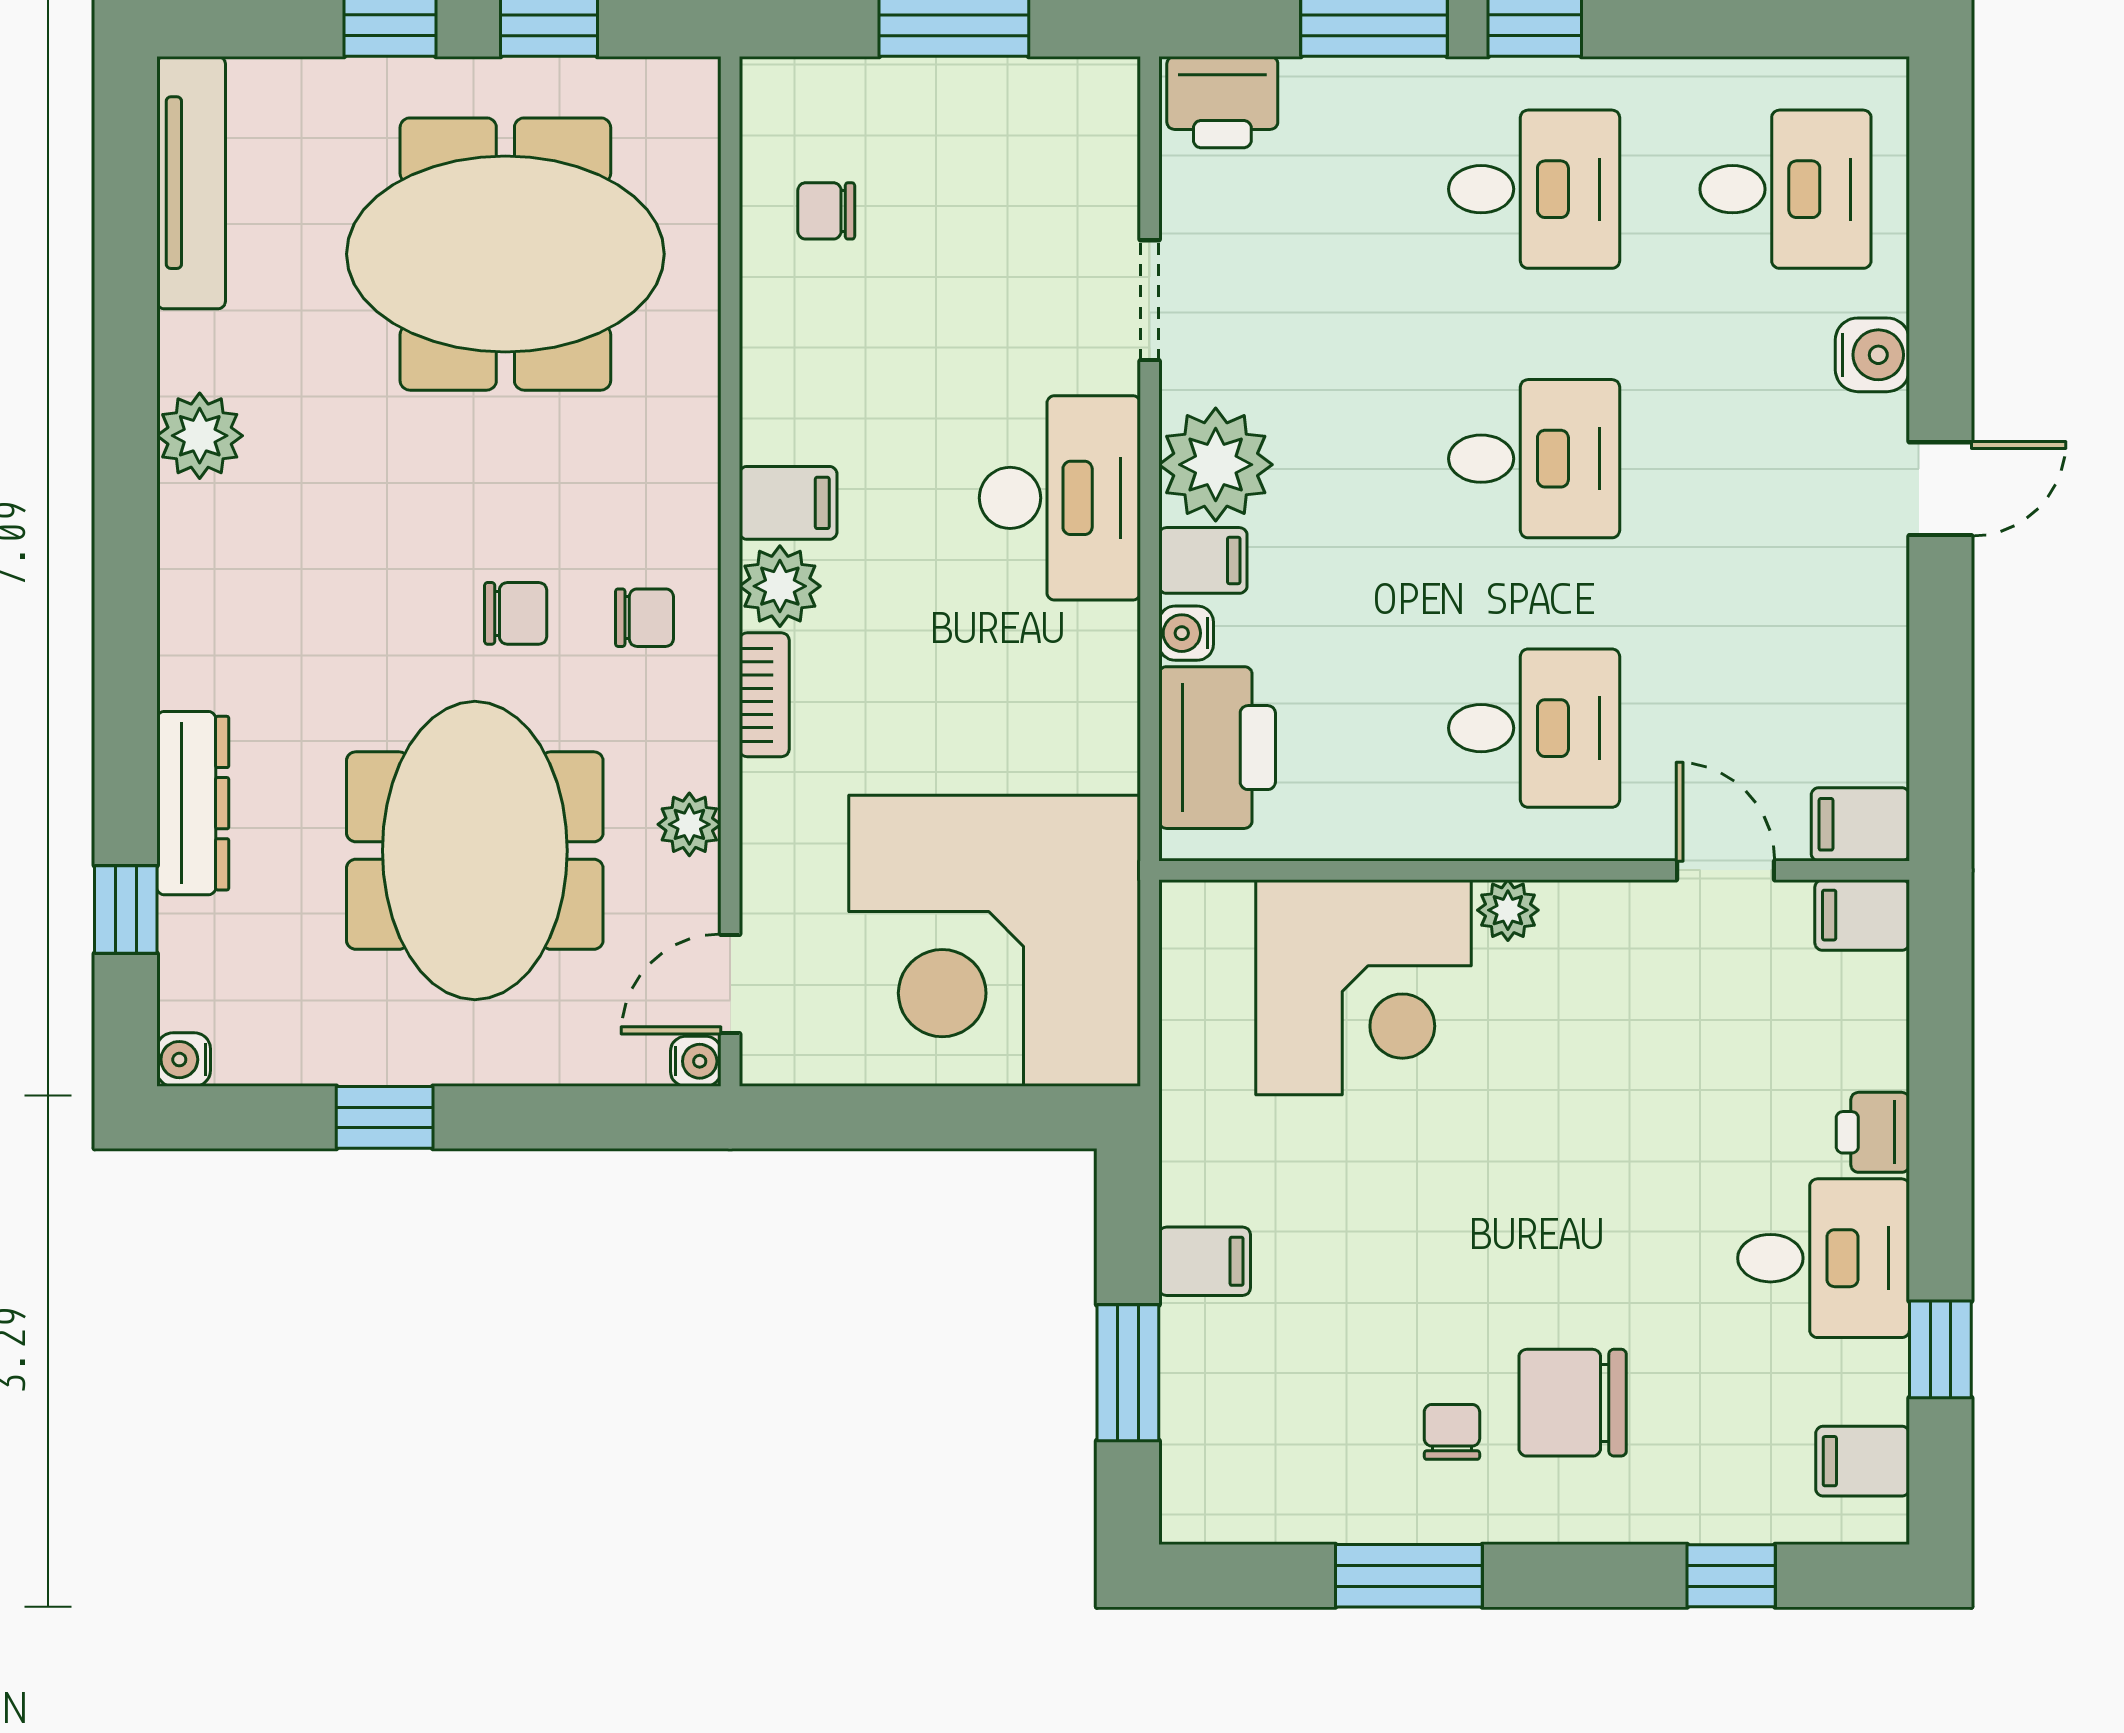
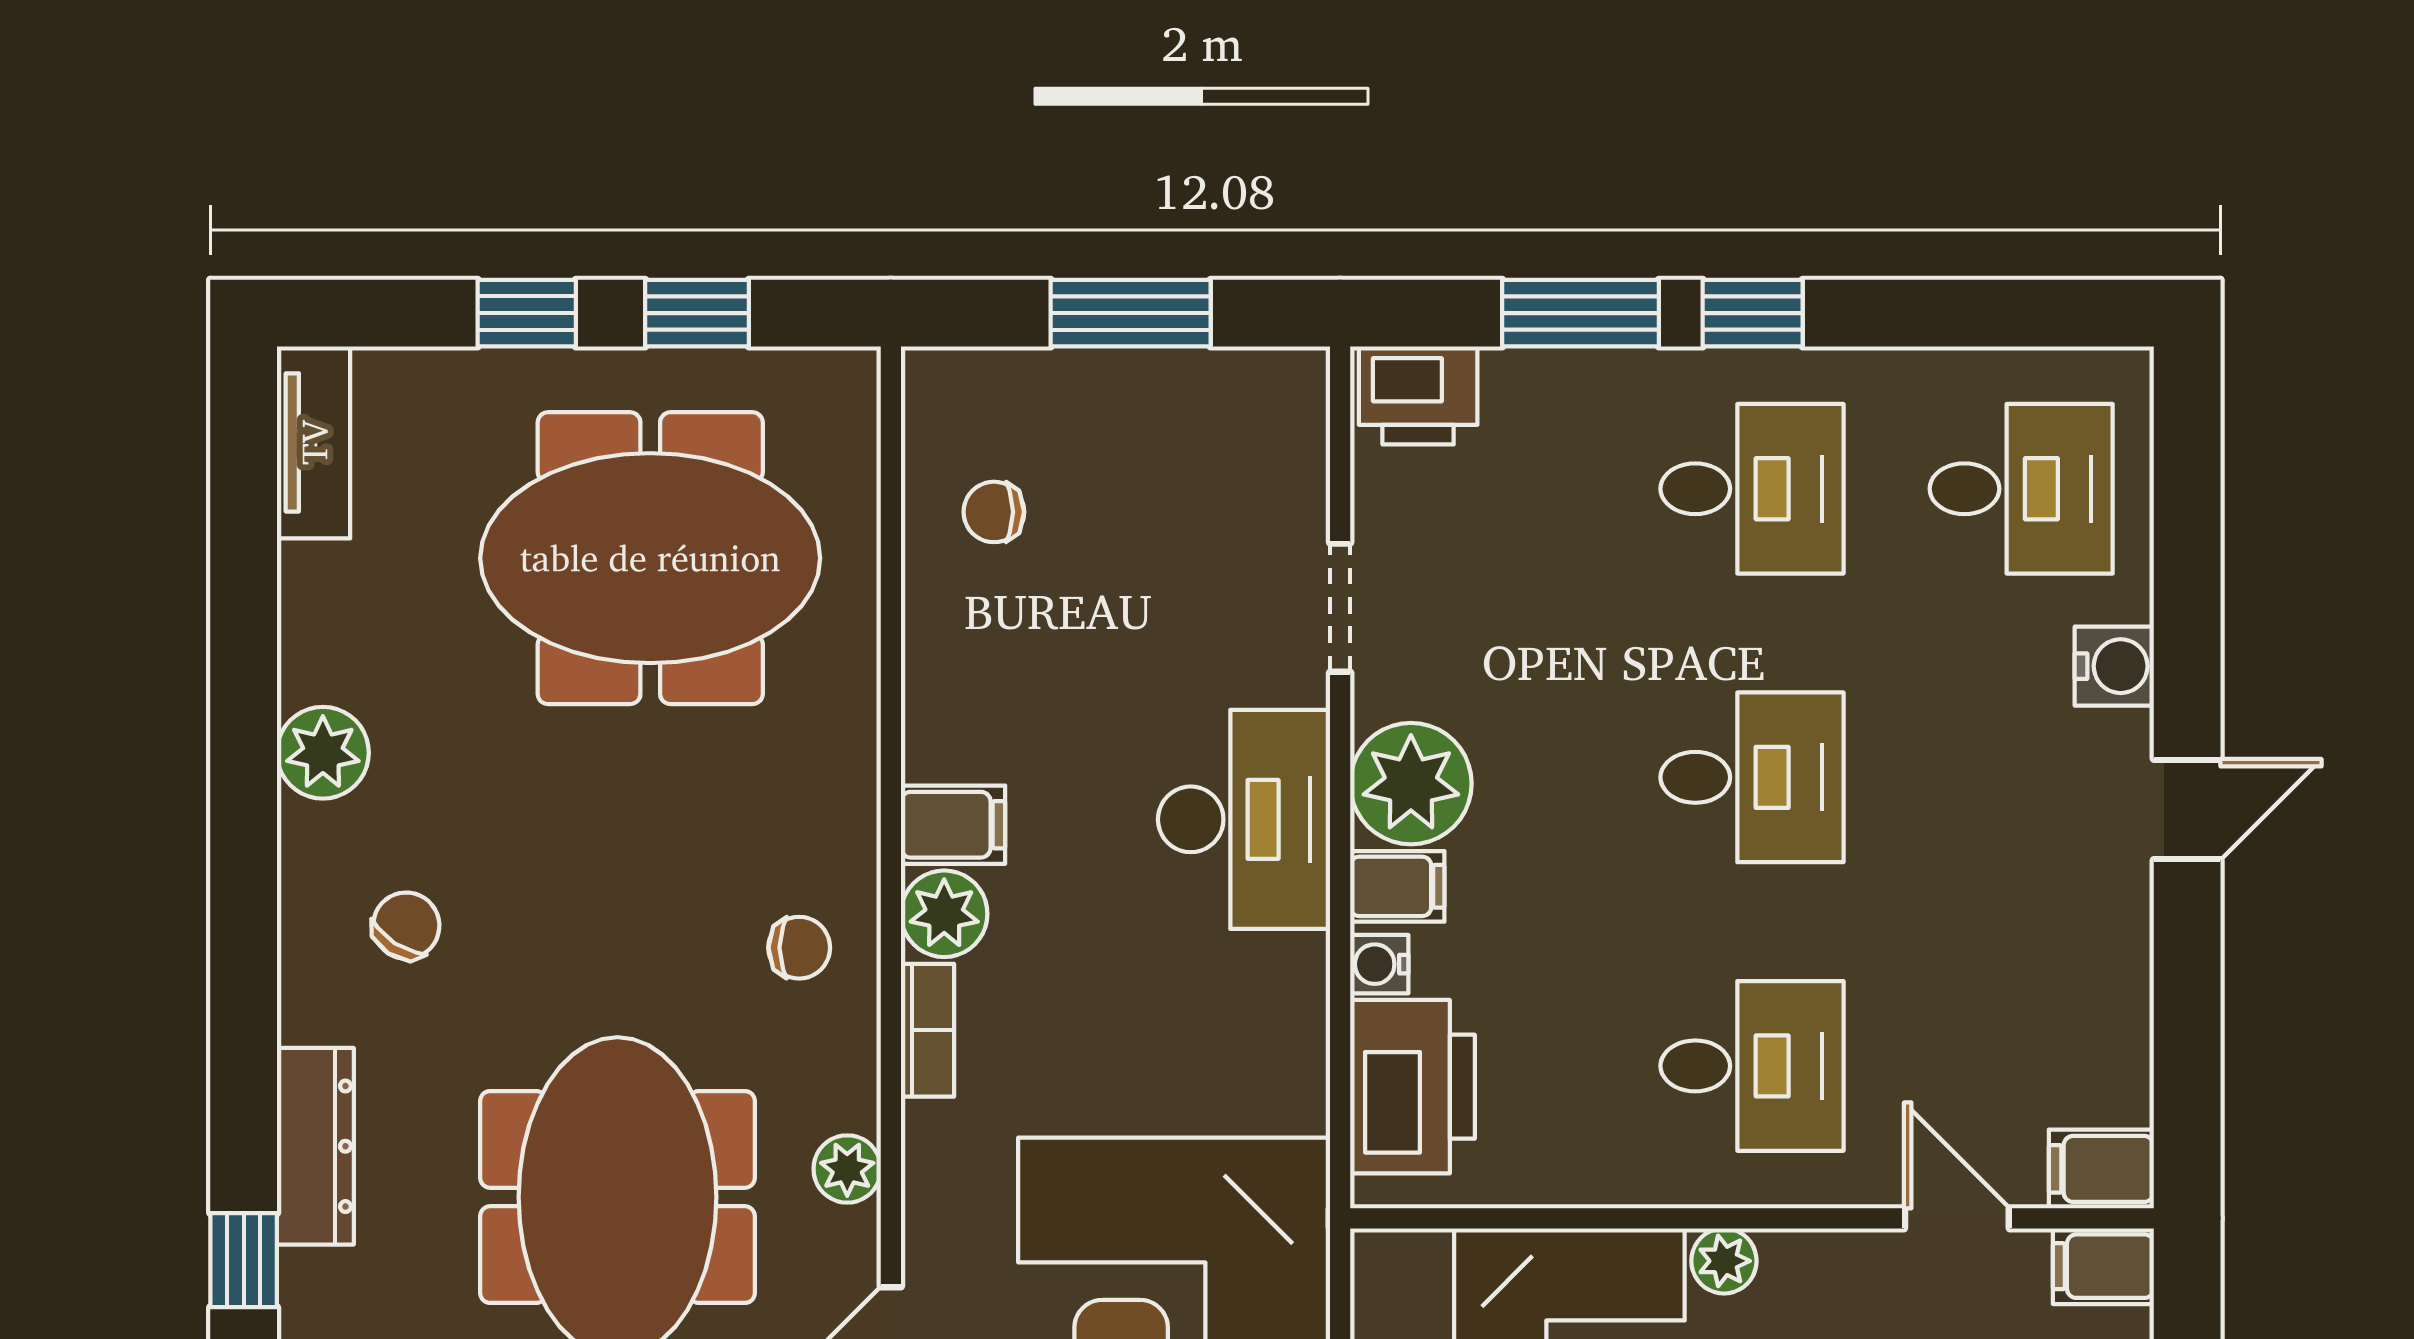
tv unit: (191, 183) -> (314, 442), width x0.71
chair: (516, 613) -> (406, 926), moved, turned -57

